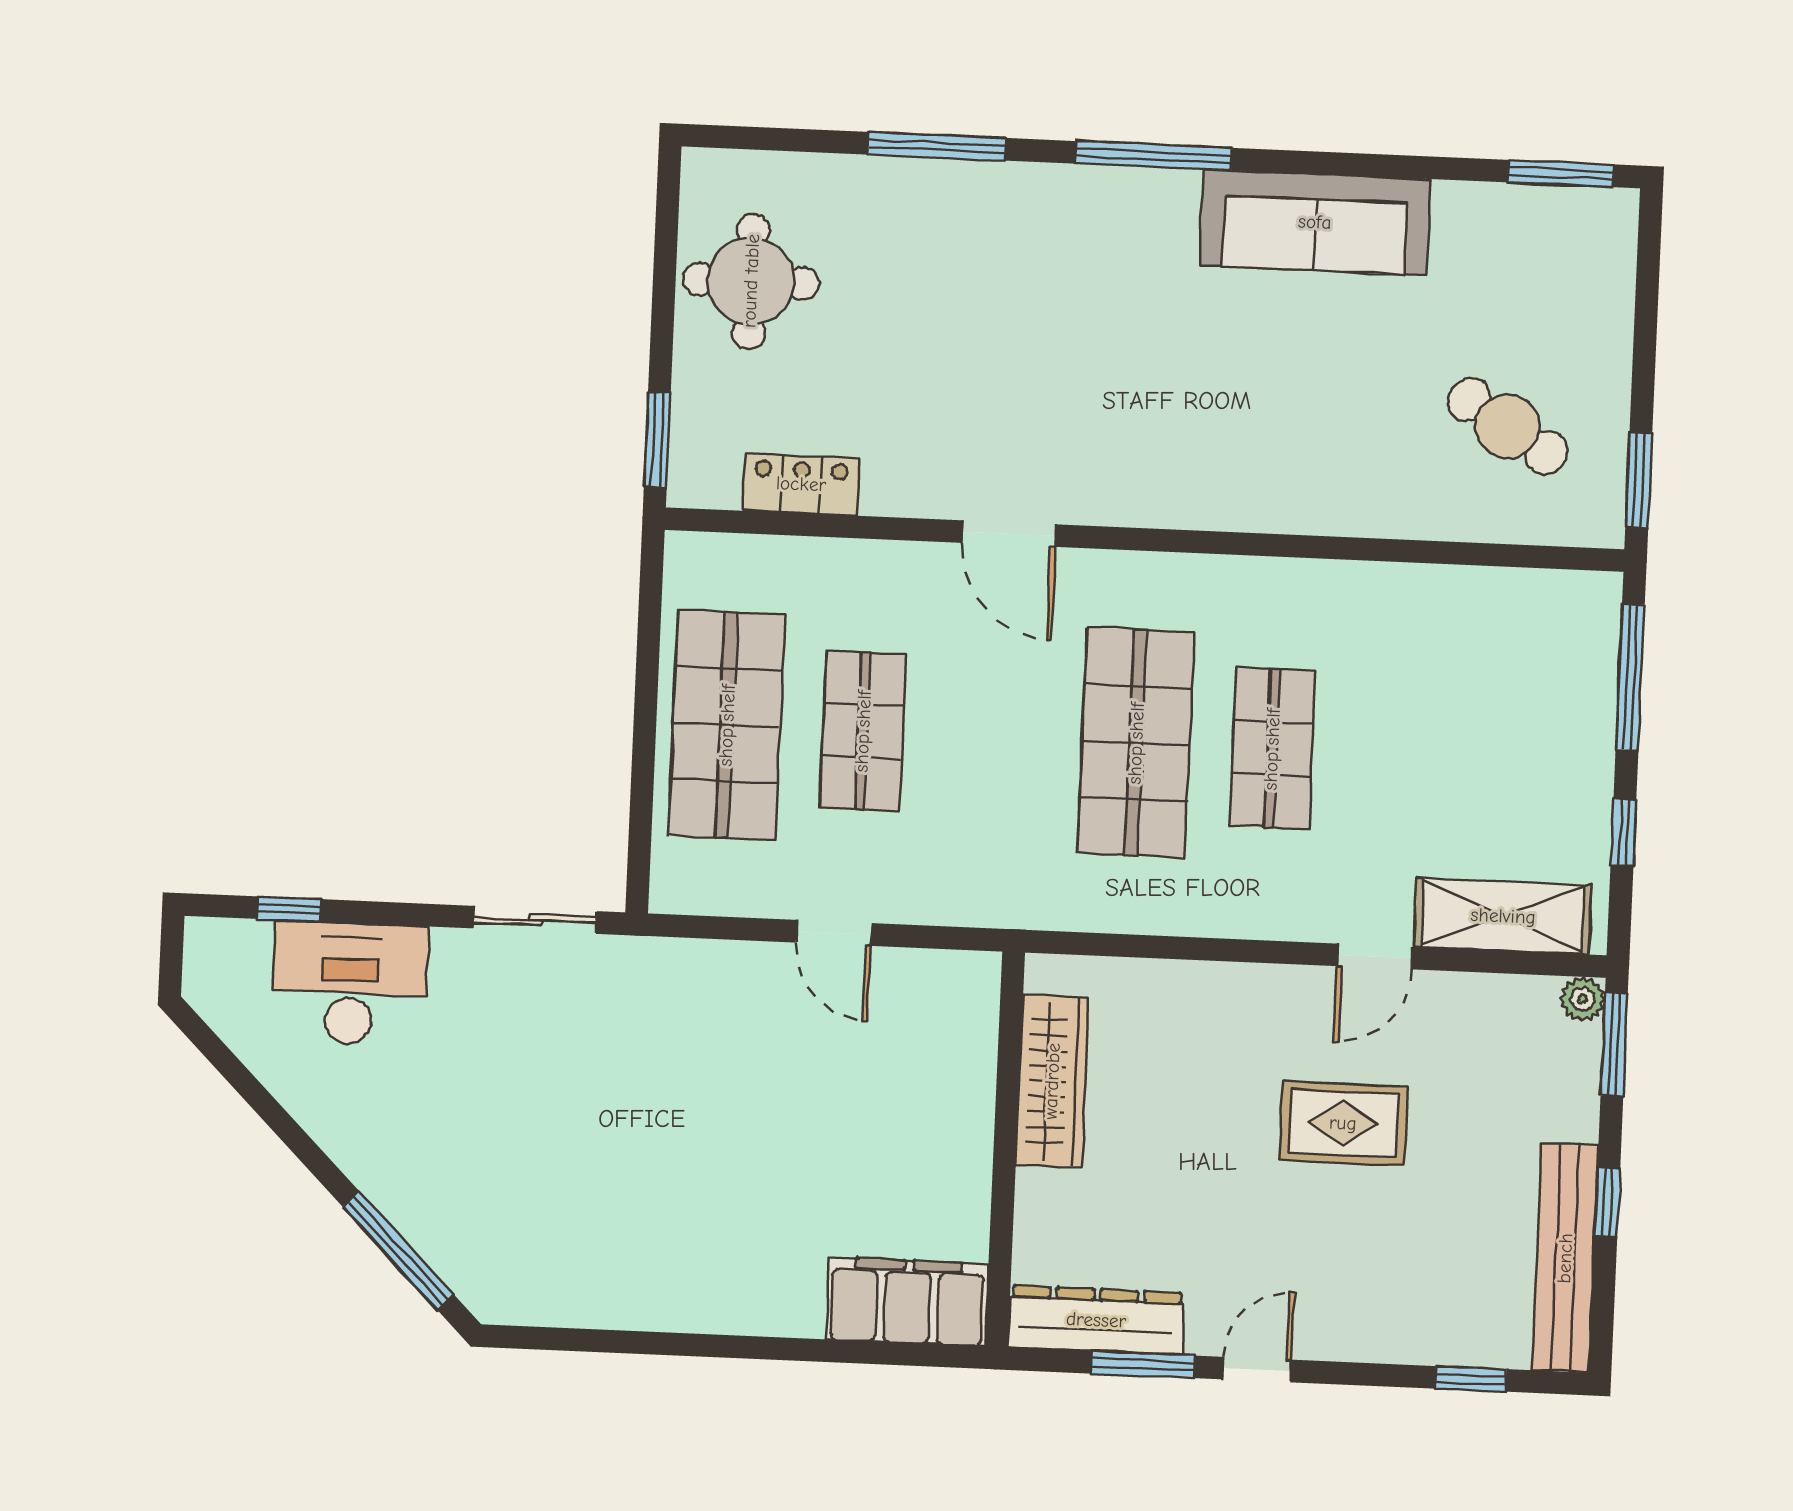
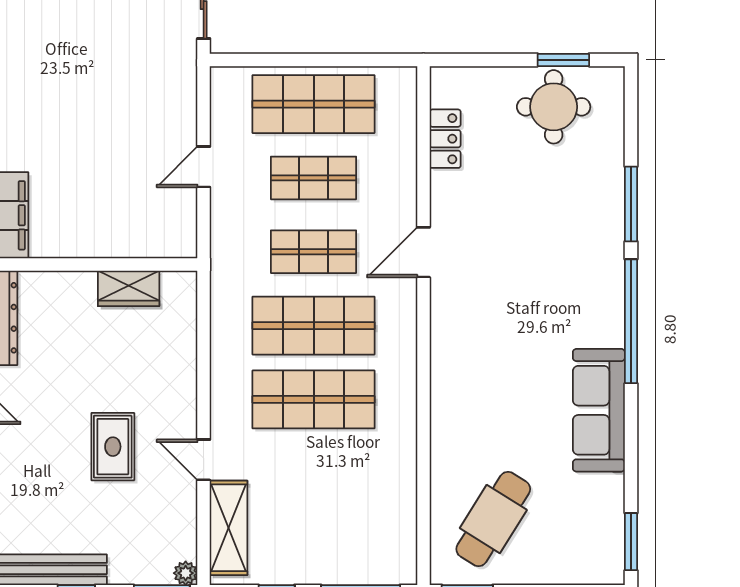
window: (1153, 156) -> (631, 321), width x1.46
cafe table: (1508, 426) -> (493, 519), width x1.37, depth x1.35
window: (657, 440) -> (563, 60), moved
shop shelf: (999, 737) -> (314, 252), added
shop shelf: (1272, 749) -> (314, 399), width x1.43, depth x1.36
wardrobe: (1052, 1081) -> (129, 288), width x0.67

